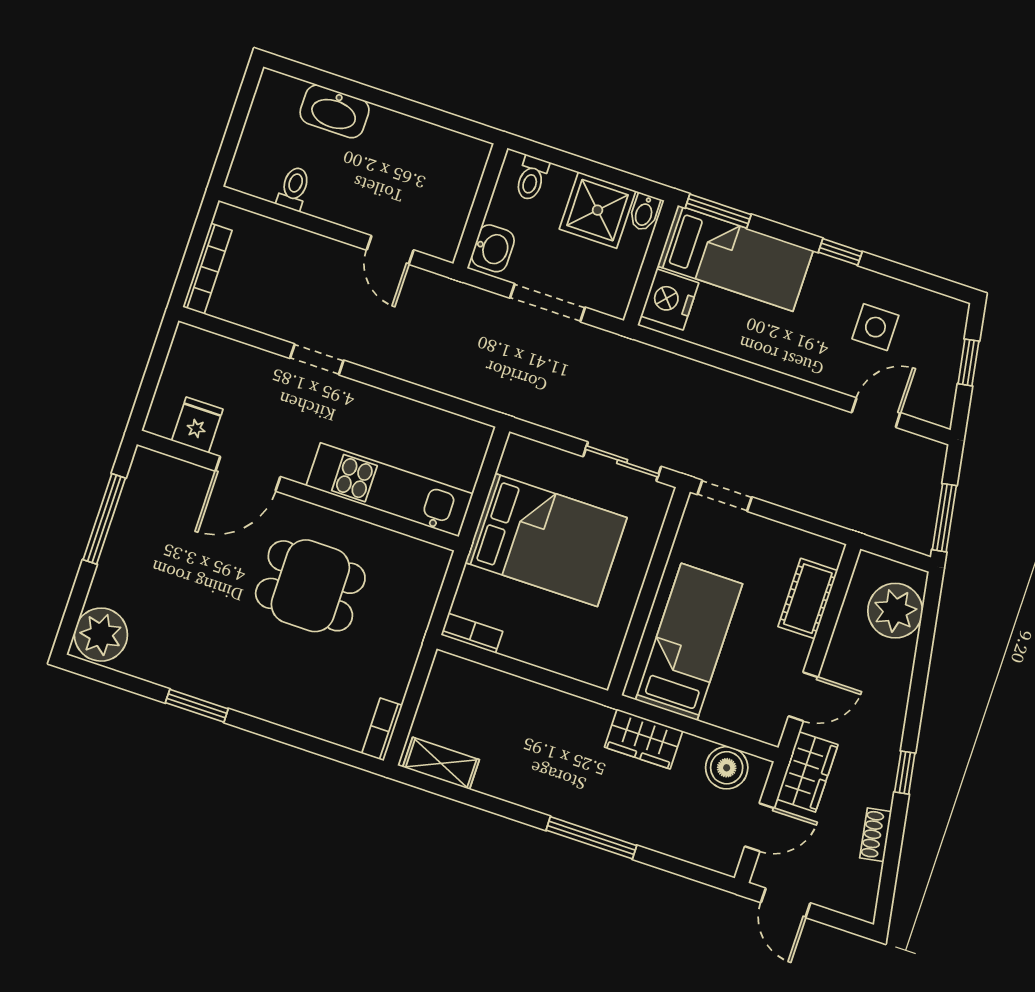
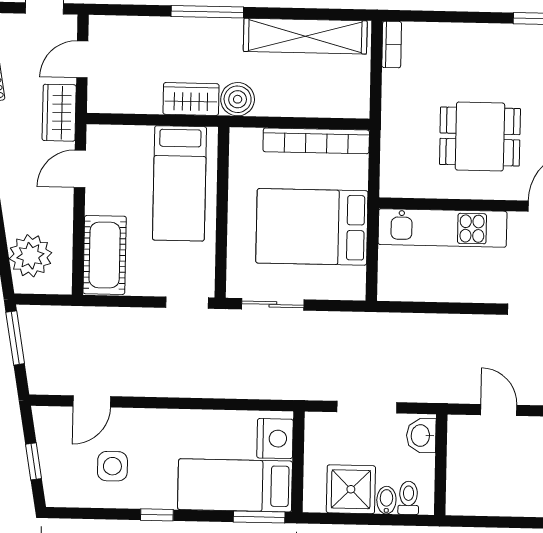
bidet: (644, 212) -> (386, 500), moved
cot: (808, 599) -> (105, 255), width x1.37, depth x1.34
bookcase: (472, 633) -> (316, 141), width x2.31, depth x1.31
shelving: (441, 763) -> (305, 36), width x2.20, depth x1.33
boiler: (727, 768) -> (238, 99), moved

